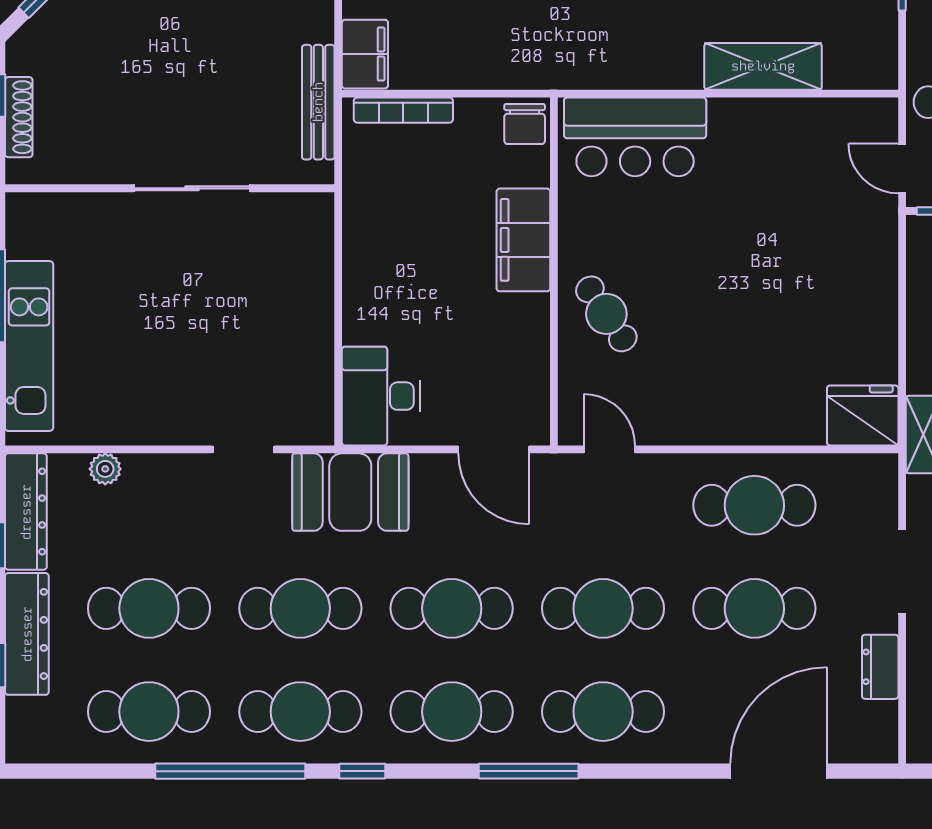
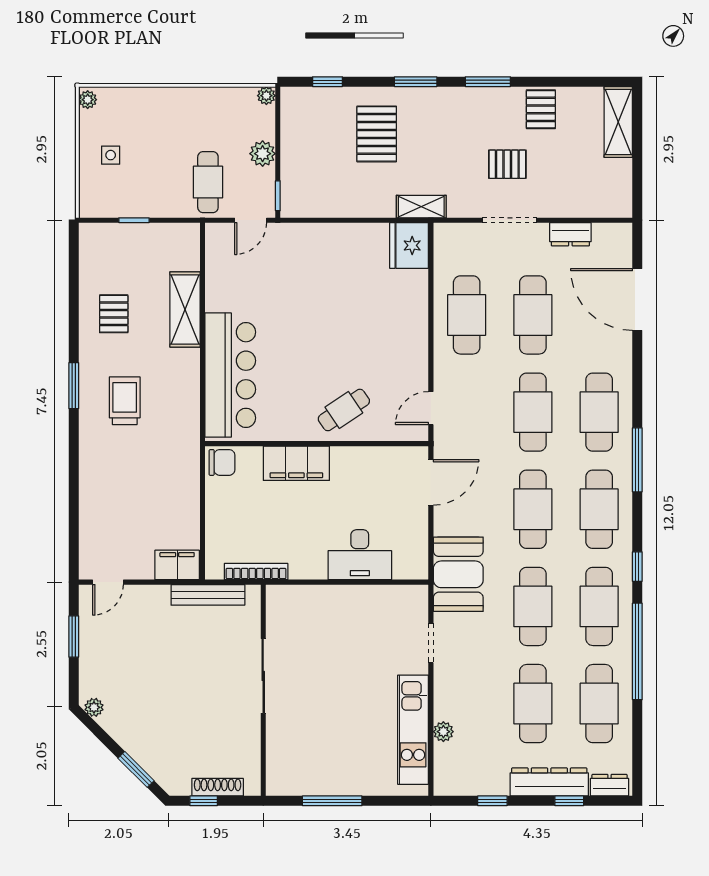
bookcase: (403, 110) -> (256, 572), moved, turned -90
bar counter: (635, 137) -> (230, 375), width x1.36
kitchen unit: (29, 346) -> (413, 730), moved, turned -90
desk: (381, 396) -> (360, 555), moved
dresser: (26, 512) -> (609, 785), moved, width x0.51, depth x0.80

